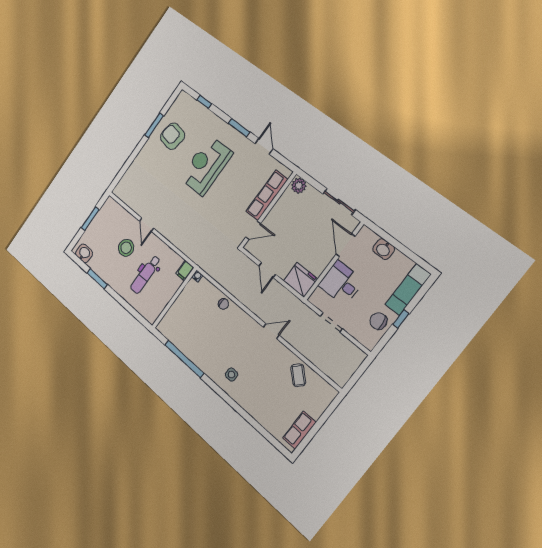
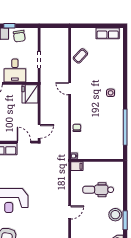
stool: (126, 248) -> (115, 215), moved
door: (267, 270) -> (39, 131), moved
dental chair: (145, 275) -> (98, 190), turned 180

